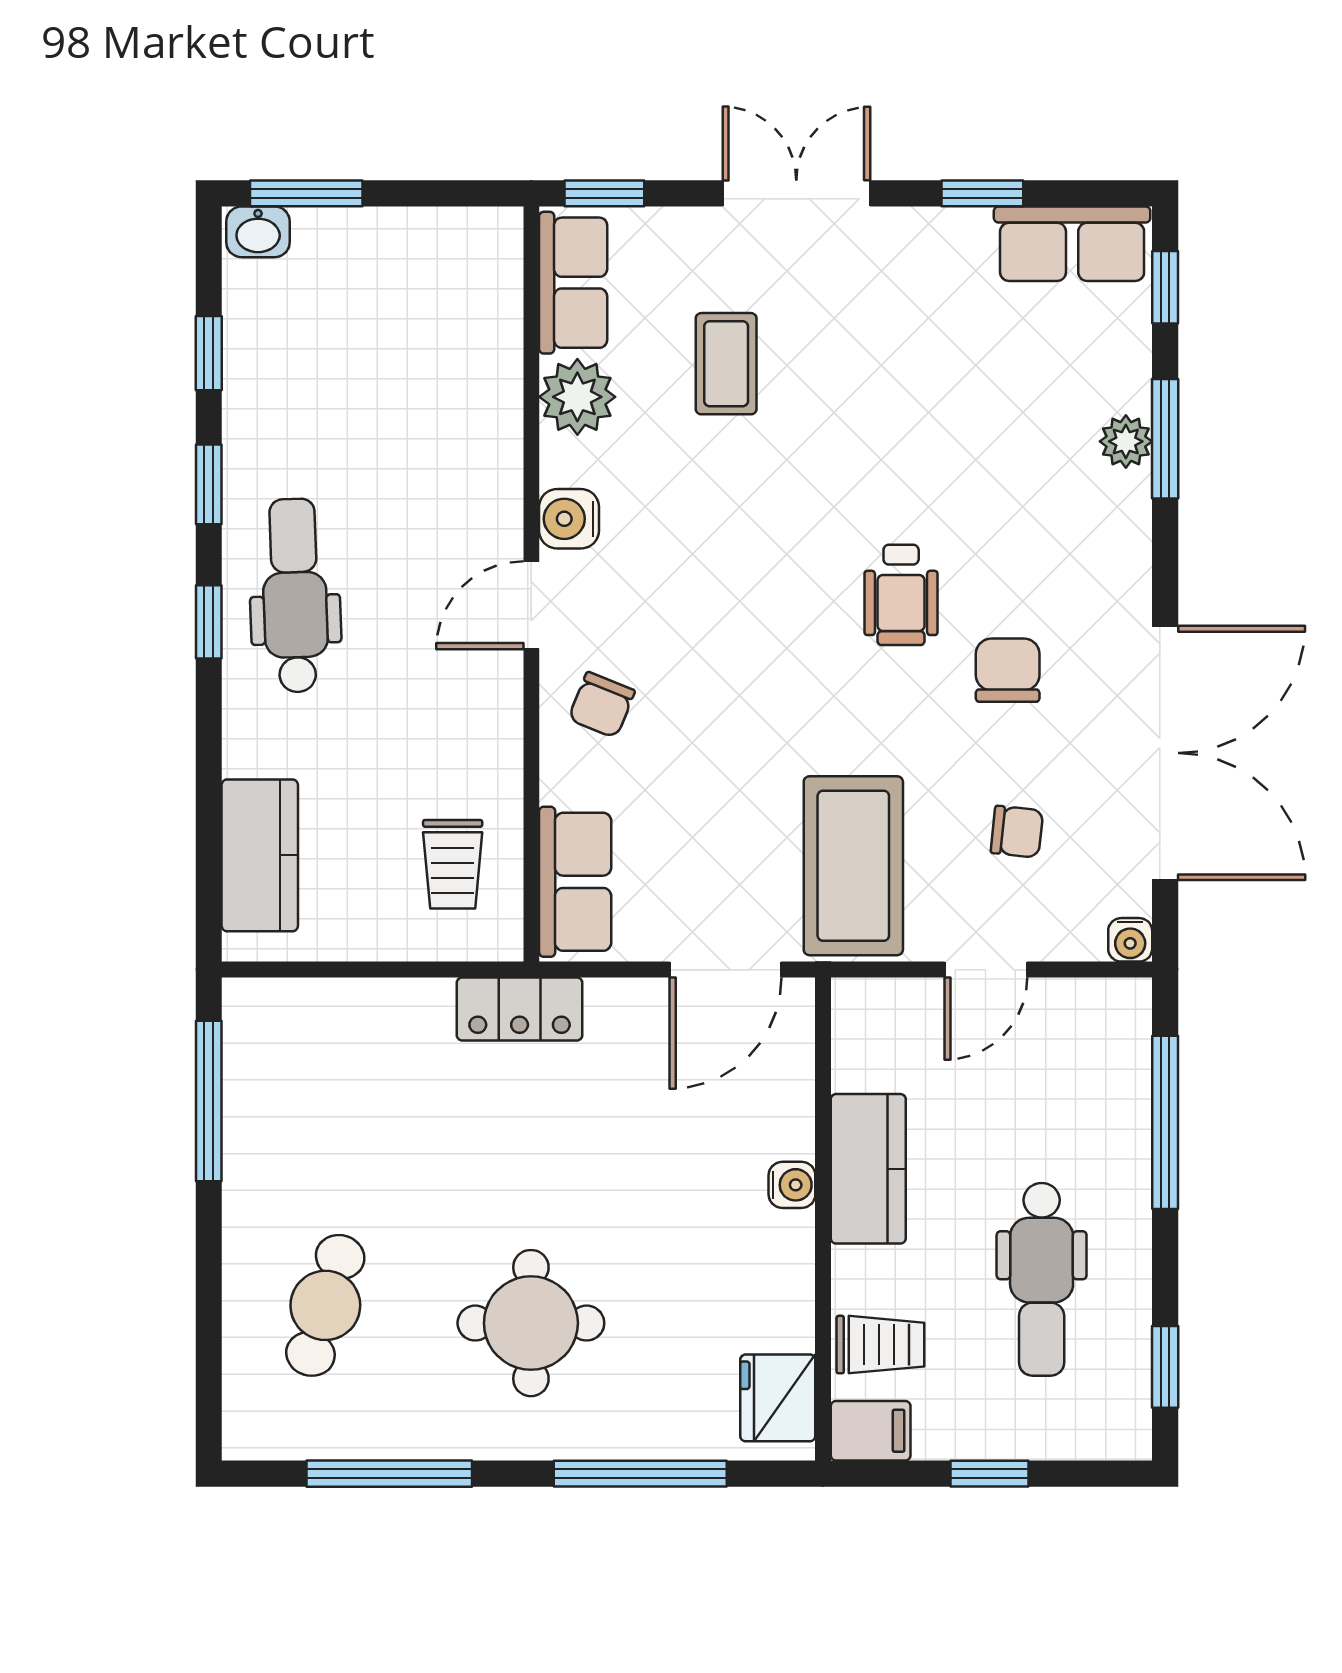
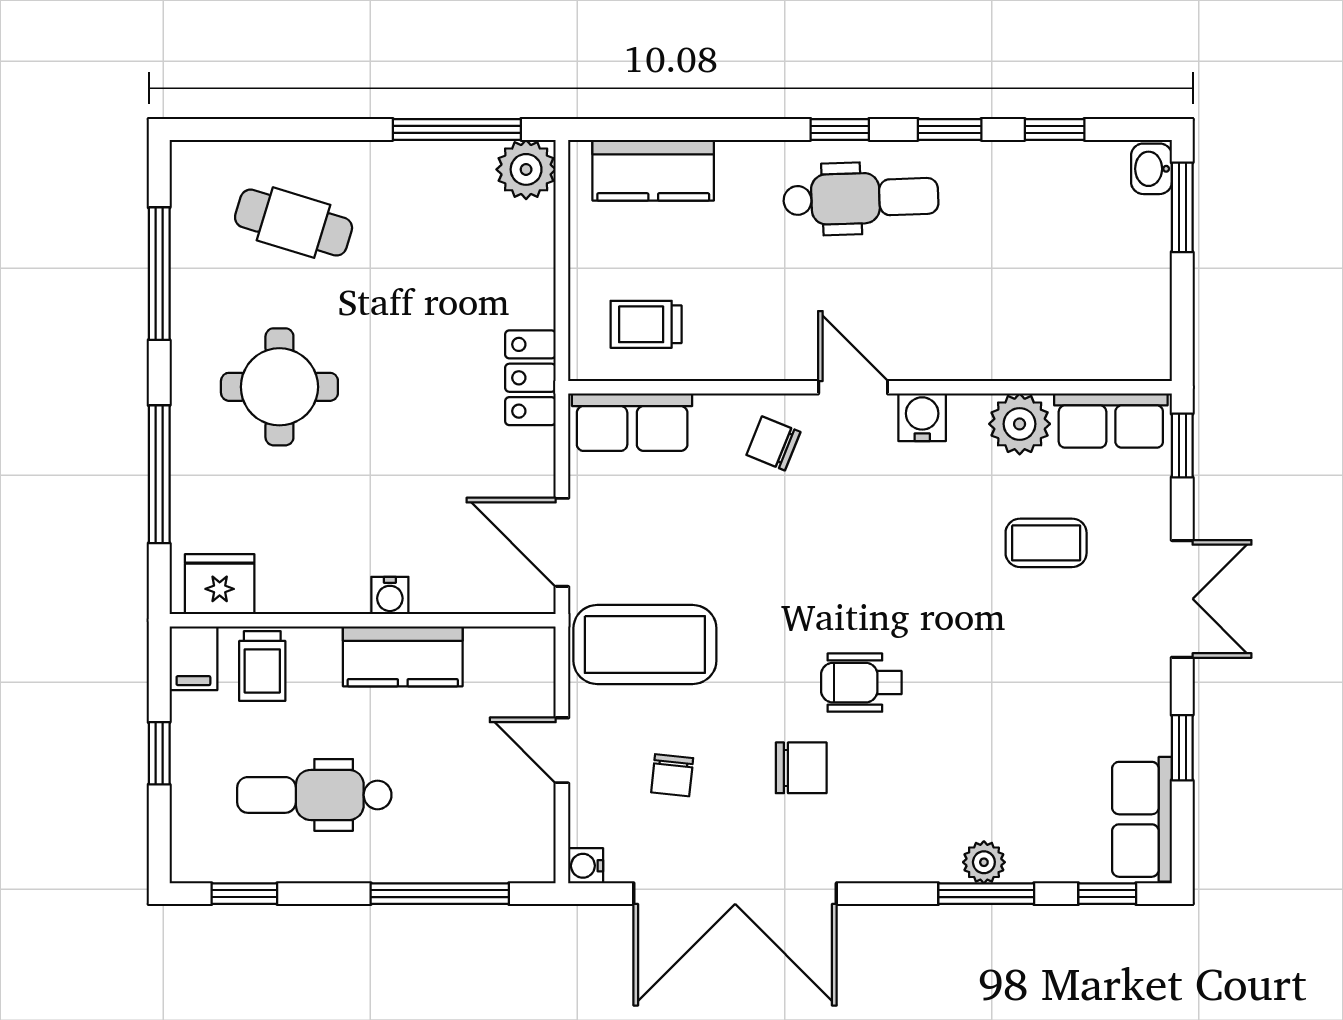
plant: (259, 1014) -> (526, 169), added

